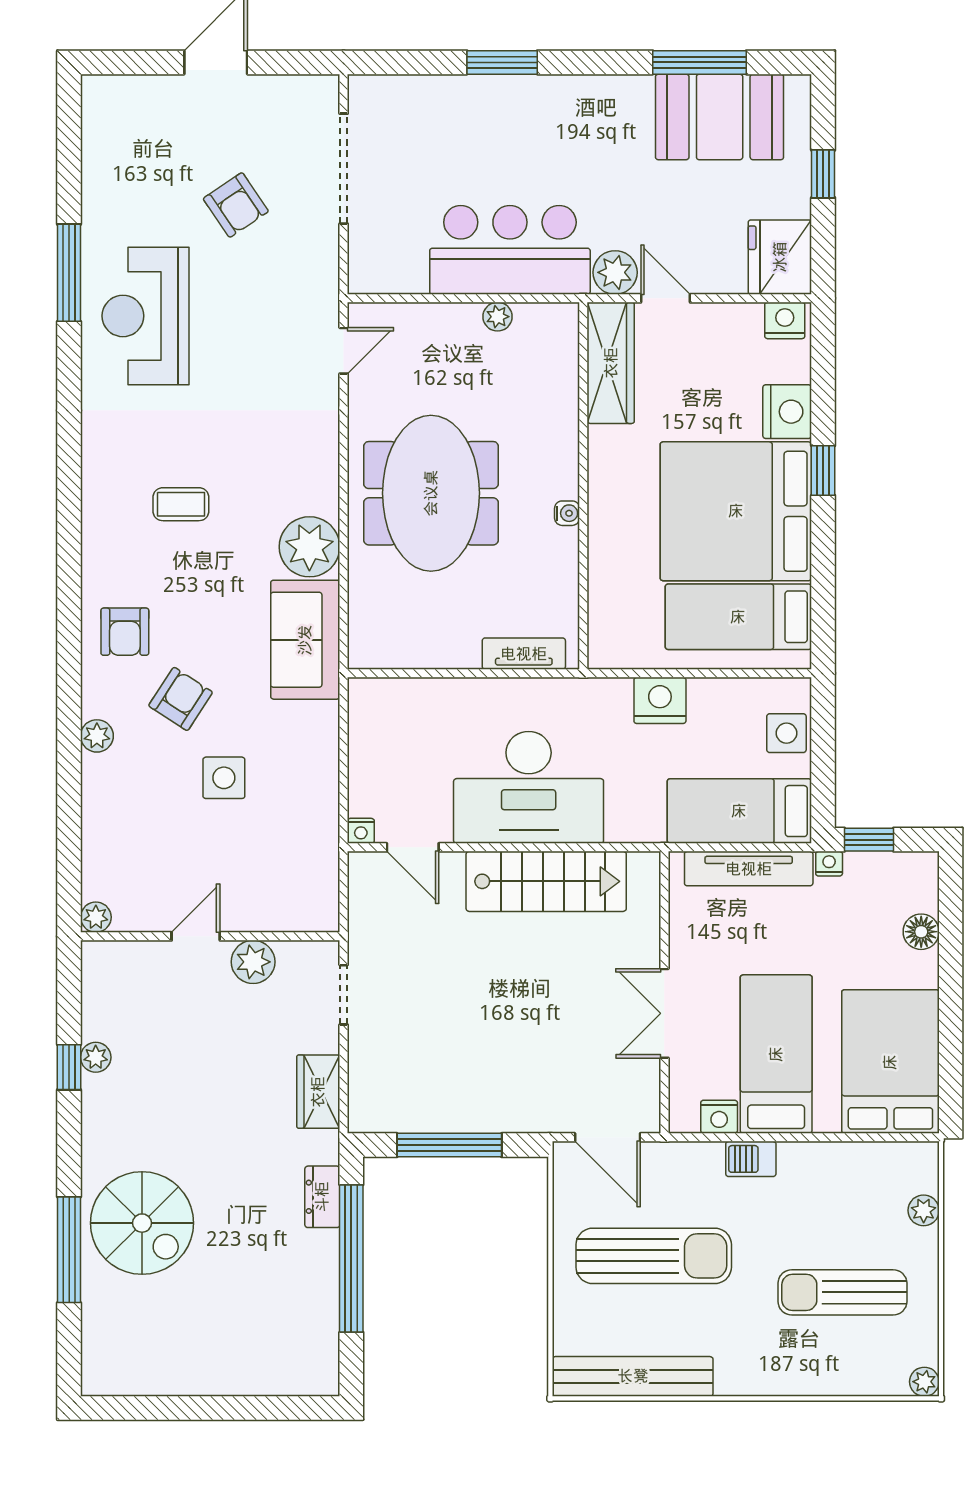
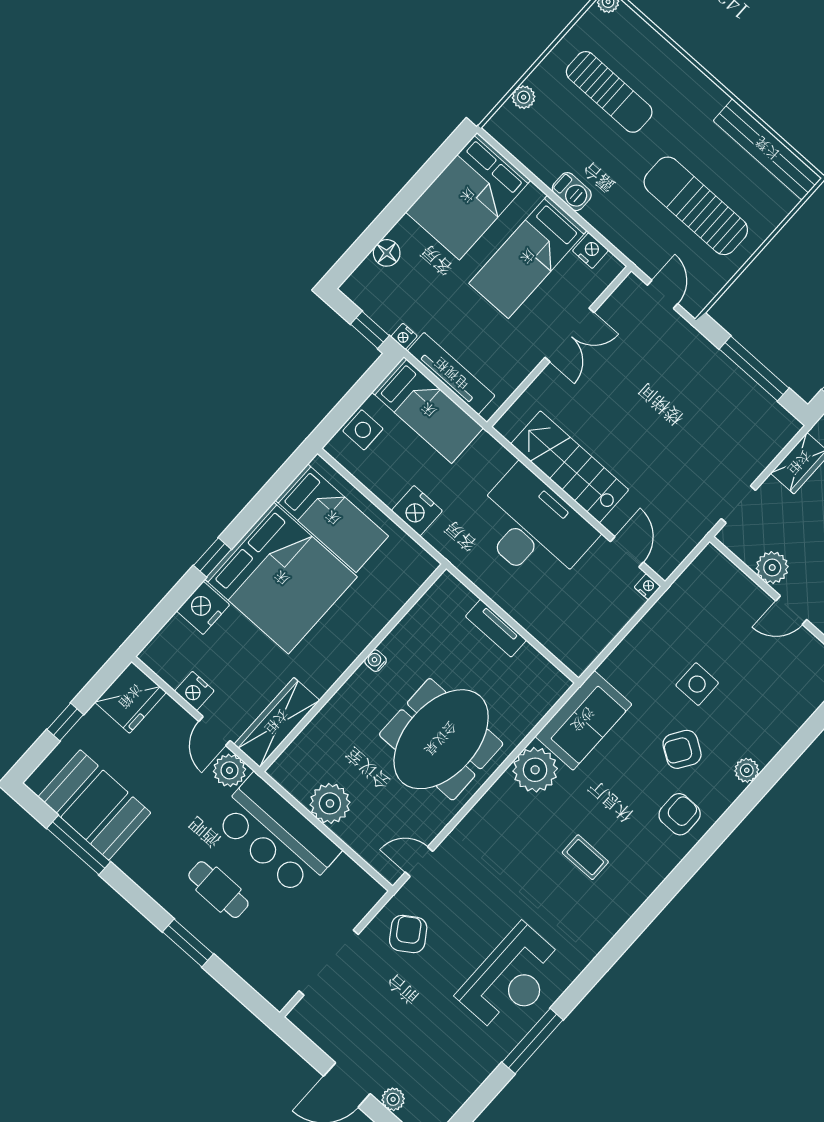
plant: (157, 89) -> (393, 1099), added
cafe table: (519, 143) -> (218, 890), added
armchair: (236, 205) -> (408, 934), moved
plant: (498, 317) -> (330, 803), width x1.88, depth x1.88
nightstand: (785, 320) -> (194, 691), moved
tv unit: (524, 654) -> (496, 628), moved
door: (608, 1137) -> (663, 294), width x0.73
barbecue: (751, 1159) -> (572, 192), moved

